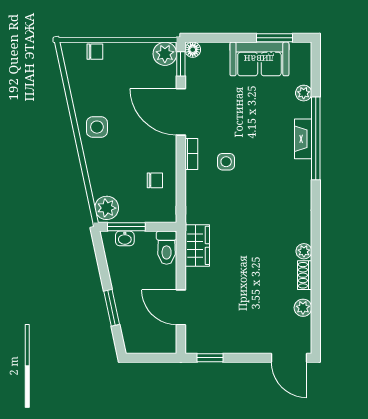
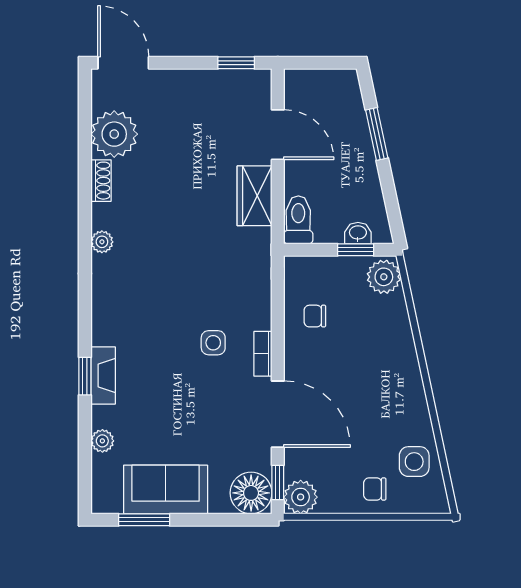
floor lamp: (193, 50) -> (251, 493), width x1.89, depth x1.89
chair: (95, 52) -> (375, 489), moved
side table: (97, 127) -> (414, 462), moved
window: (316, 138) -> (85, 376), width x0.32
window: (126, 227) -> (356, 250), width x0.67
wardrobe: (197, 245) -> (255, 196), moved
plant: (304, 251) -> (102, 242), moved
plant: (303, 308) -> (114, 134), width x1.88, depth x1.88

